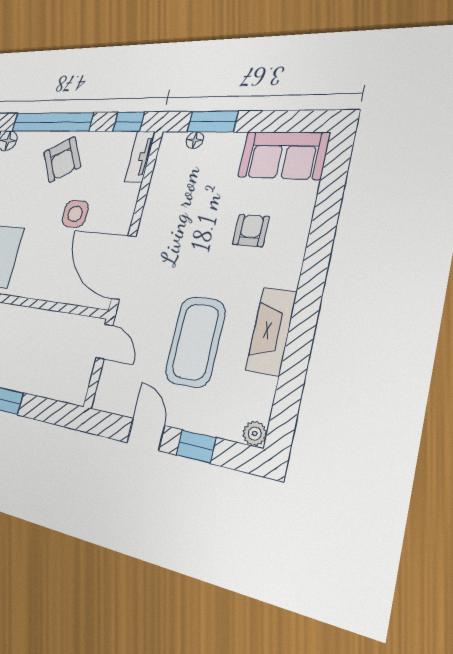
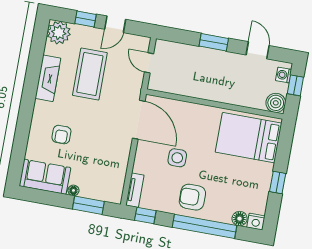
floor lamp: (195, 140) -> (73, 190), moved
armchair: (62, 160) -> (192, 197), turned -61
door: (104, 342) -> (149, 63), moved
door: (146, 434) -> (115, 24), hinge flipped
plant: (255, 434) -> (59, 33), width x1.88, depth x1.88

